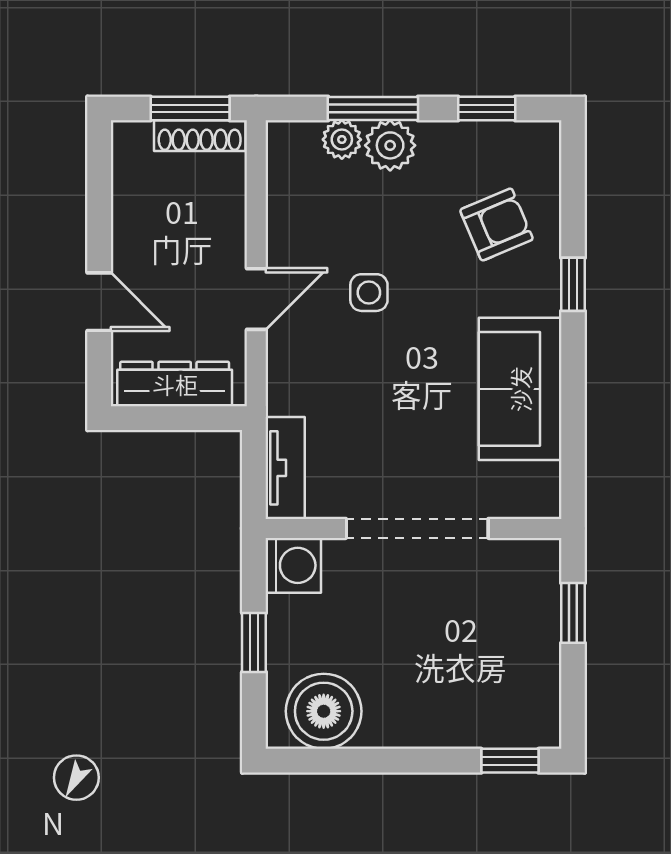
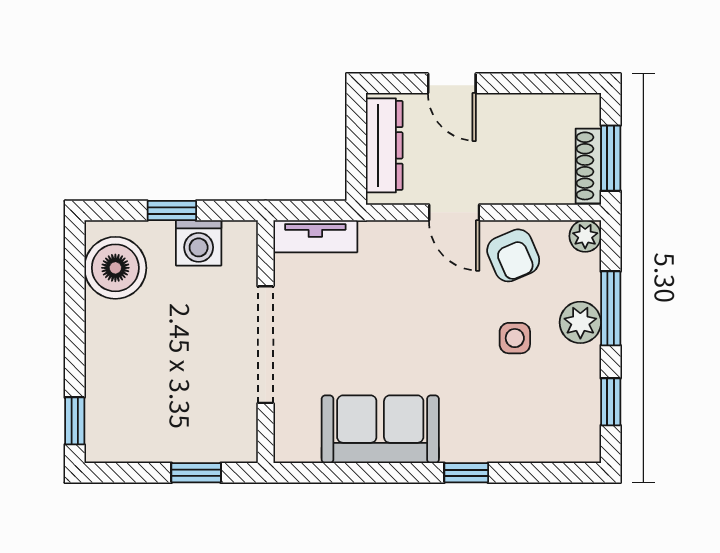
plant: (342, 140) -> (585, 236), moved
armchair: (497, 225) -> (513, 255), moved
side table: (369, 293) -> (515, 338), moved
door: (99, 302) -> (452, 83), hinge flipped
washing machine: (293, 565) -> (199, 243), moved

